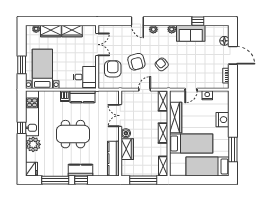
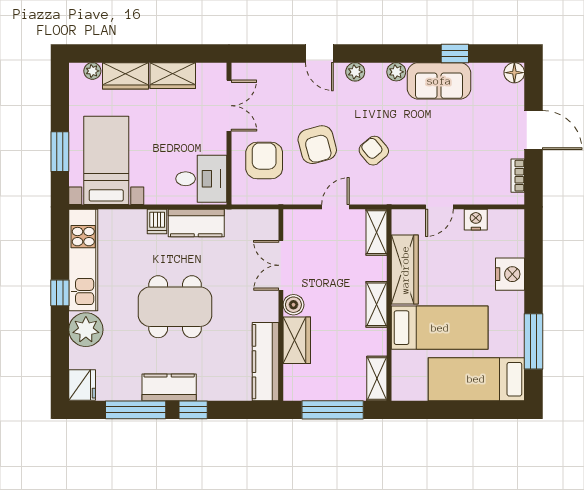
floor lamp: (224, 41) -> (514, 73), moved
kitchen counter: (81, 170) -> (169, 387), moved

